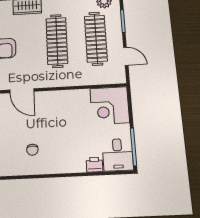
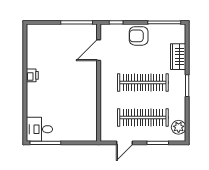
corner desk: (110, 106) -> (81, 125), removed
chair: (32, 150) -> (47, 58), removed
printer: (94, 165) -> (32, 75), moved

